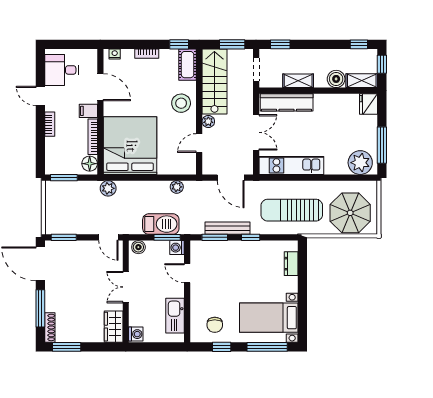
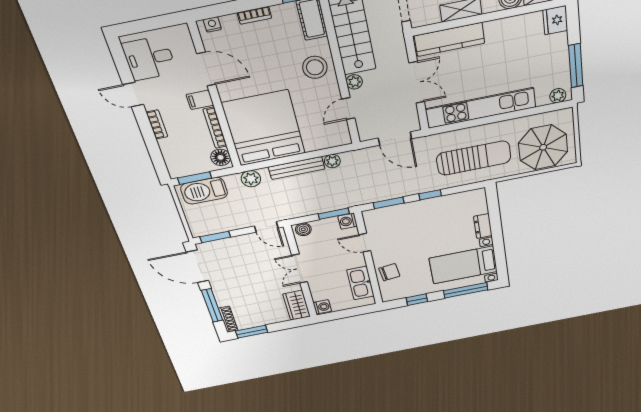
plant: (360, 163) -> (558, 96), width x0.53, depth x0.53
kitchen unit: (291, 165) -> (481, 108), width x1.36
sun lounger: (292, 210) -> (474, 158), turned 180
barbecue: (161, 224) -> (204, 191), moved, turned 180
bench: (228, 228) -> (297, 168), moved
dresser: (291, 264) -> (483, 226), moved
chair: (215, 325) -> (389, 272), moved, turned -97

